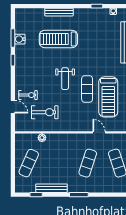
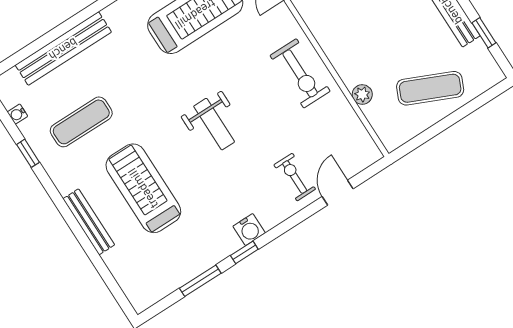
water cooler: (20, 39) -> (249, 230), moved
treadmill: (58, 39) -> (143, 188), turned 180
weight bench: (65, 79) -> (214, 124), turned 90
exercise mat: (87, 89) -> (81, 122), moved
exercise bike: (45, 112) -> (300, 73), moved, turned 180

